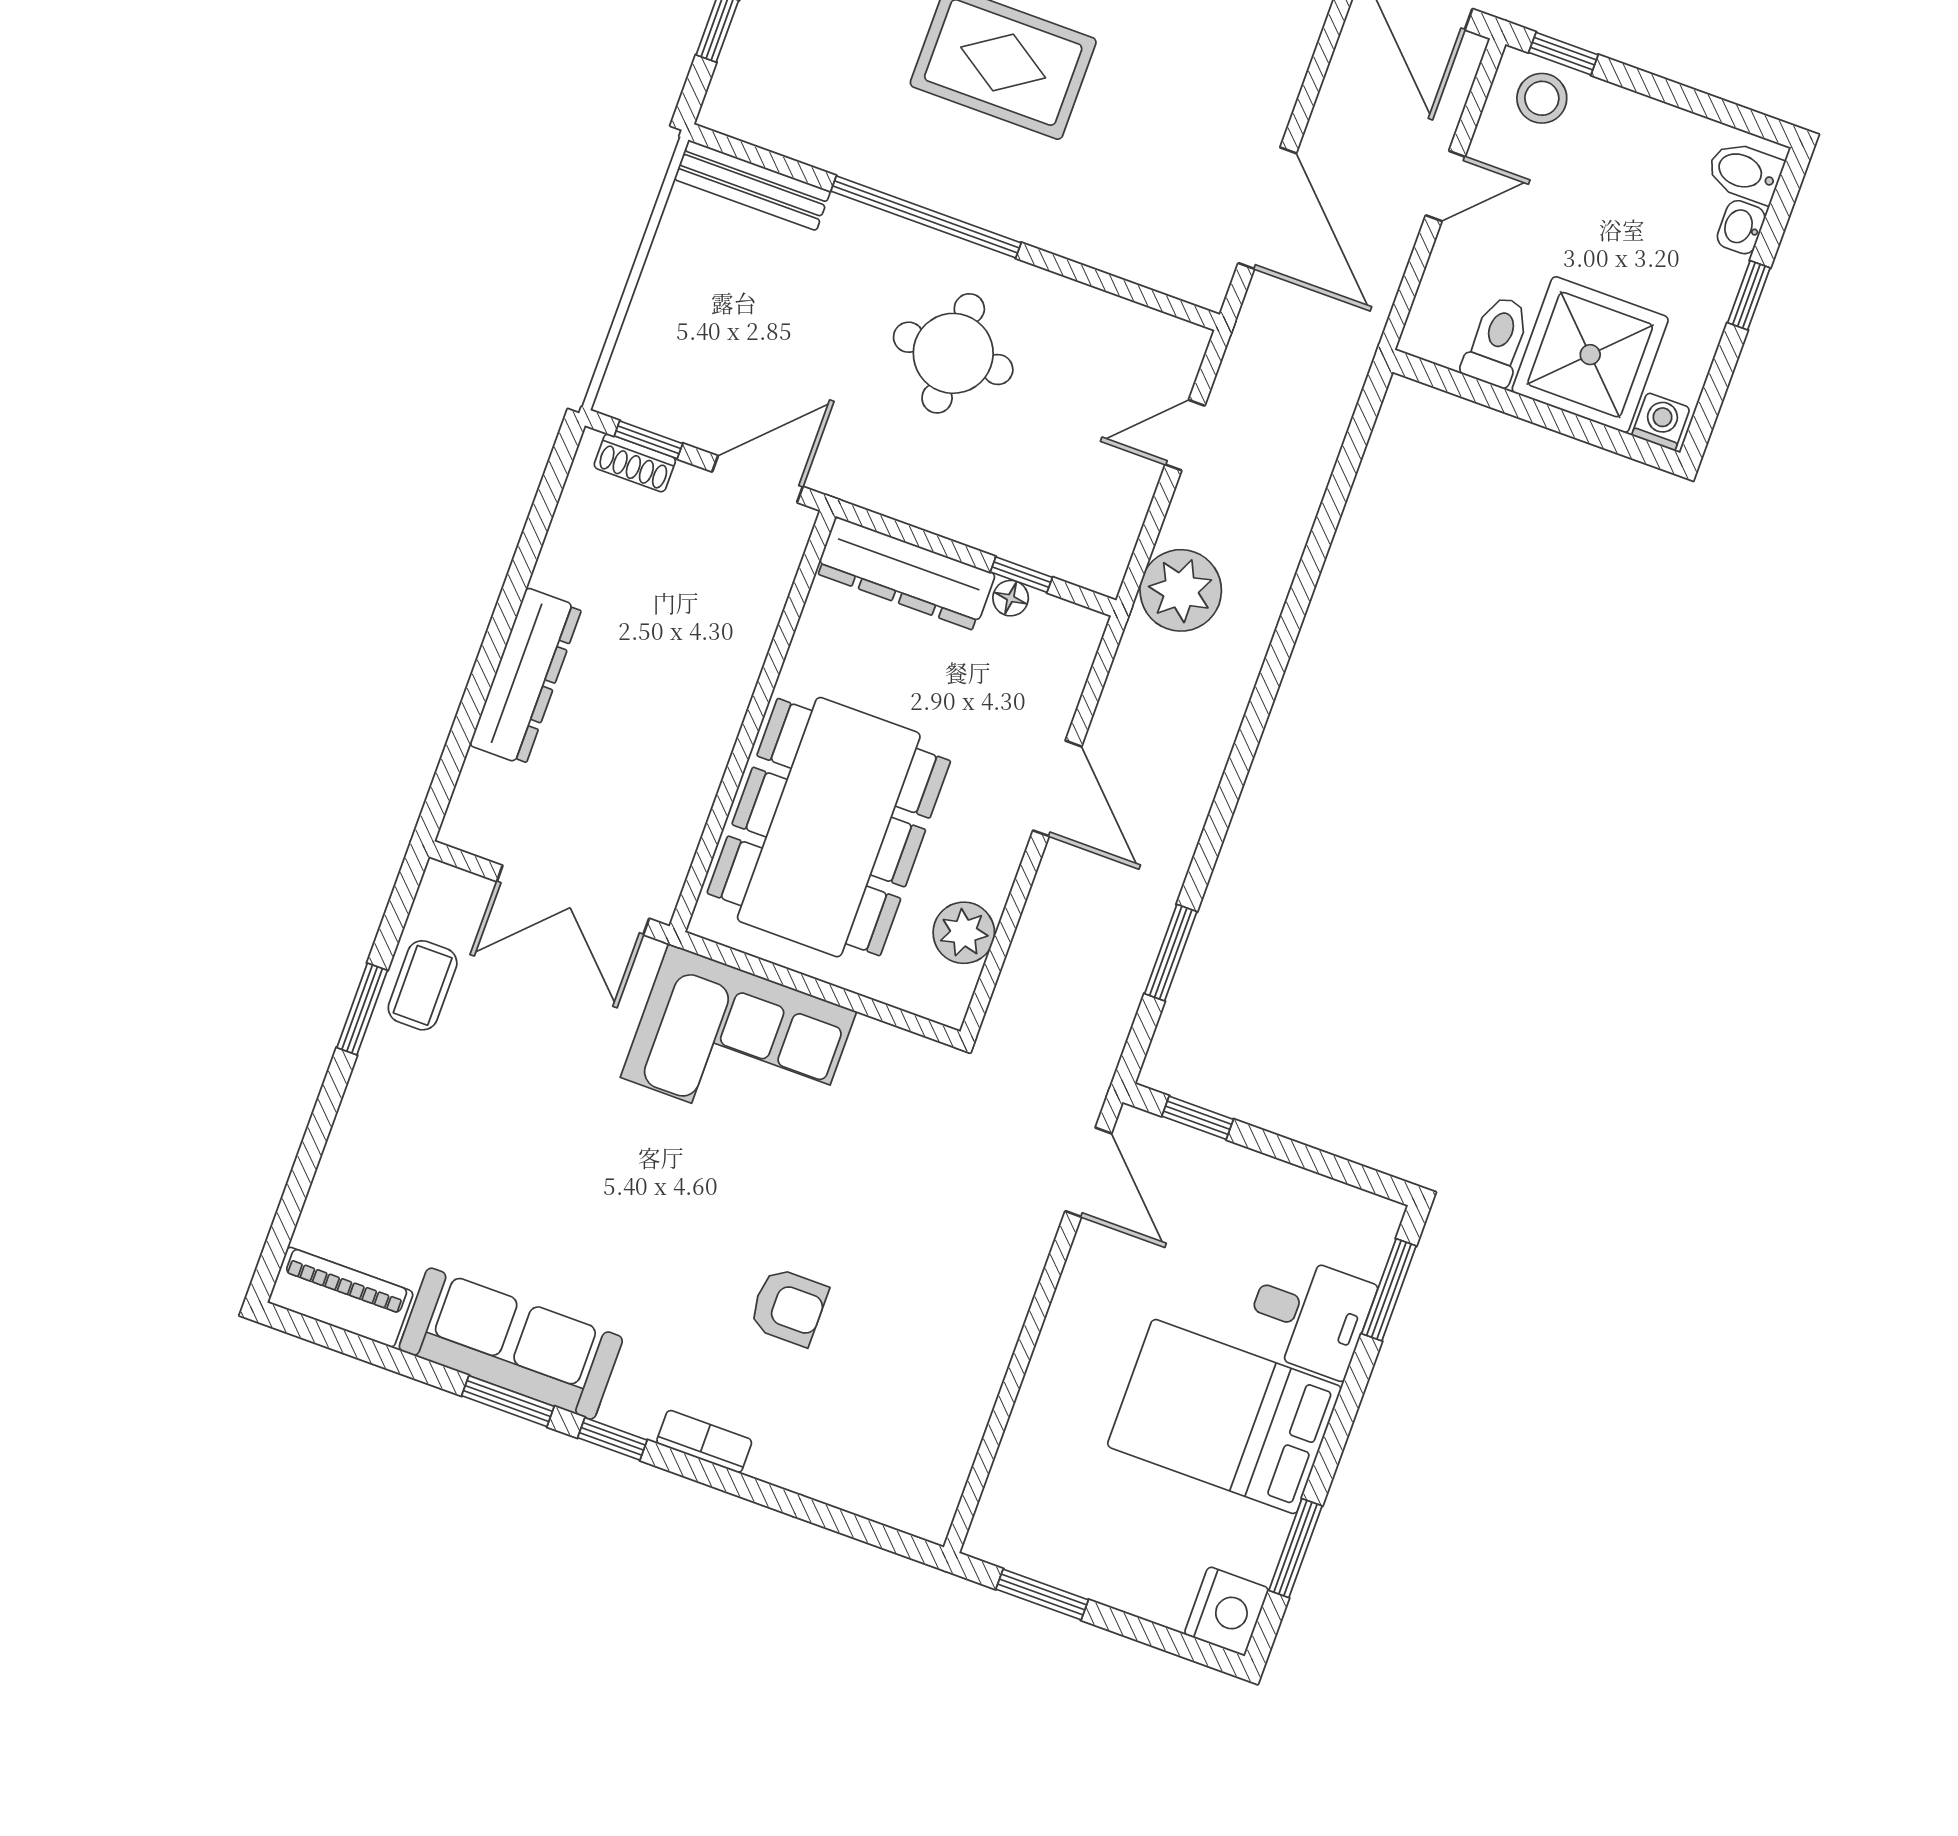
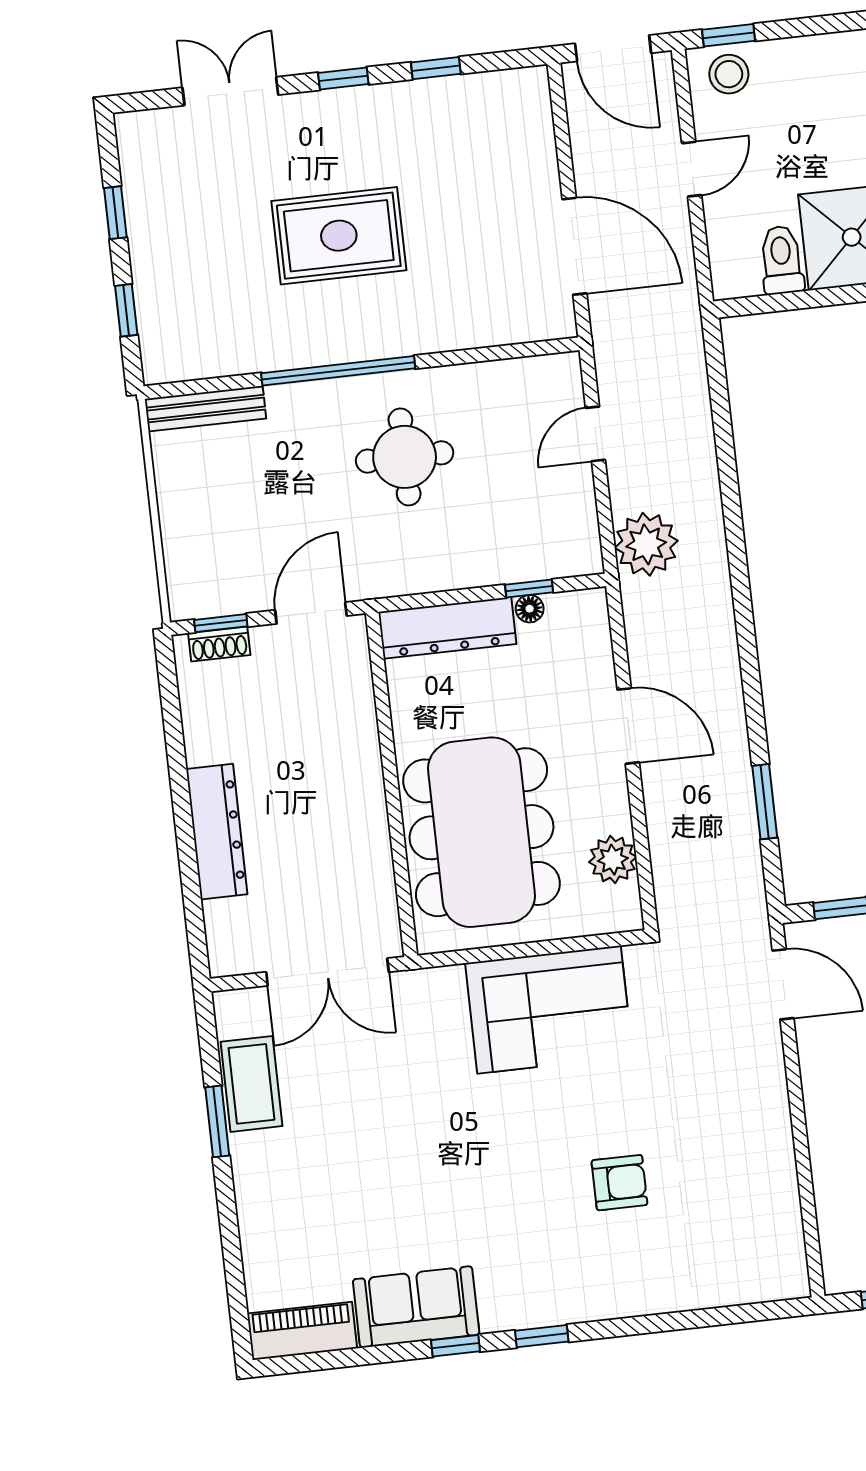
coffee table: (423, 985) -> (251, 1084), width x1.36, depth x1.30
corner sofa: (738, 1044) -> (549, 1010), moved
sofa: (511, 1344) -> (416, 1307), width x0.73
window: (508, 1401) -> (455, 1346), width x0.67
bookcase: (704, 1442) -> (607, 1306), removed

